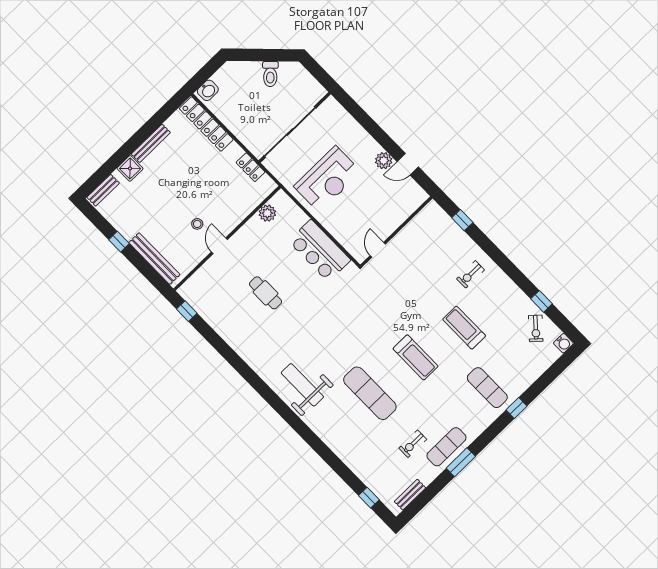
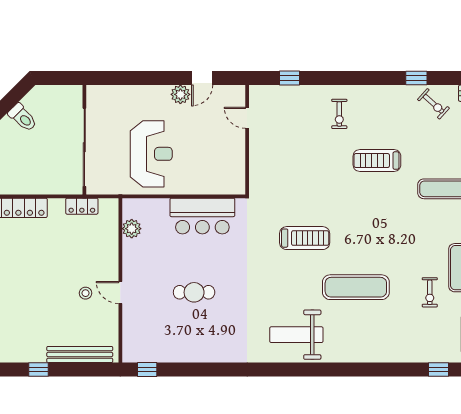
door: (378, 250) -> (247, 118), moved
treadmill: (416, 357) -> (305, 238), moved

